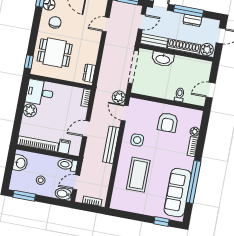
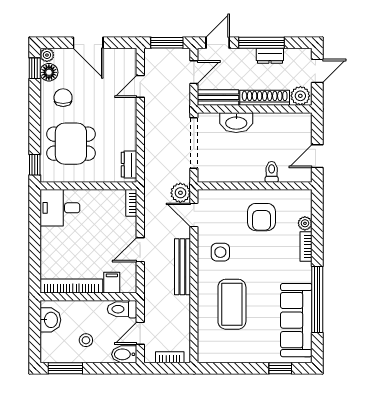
plant: (30, 110) -> (50, 238), removed

